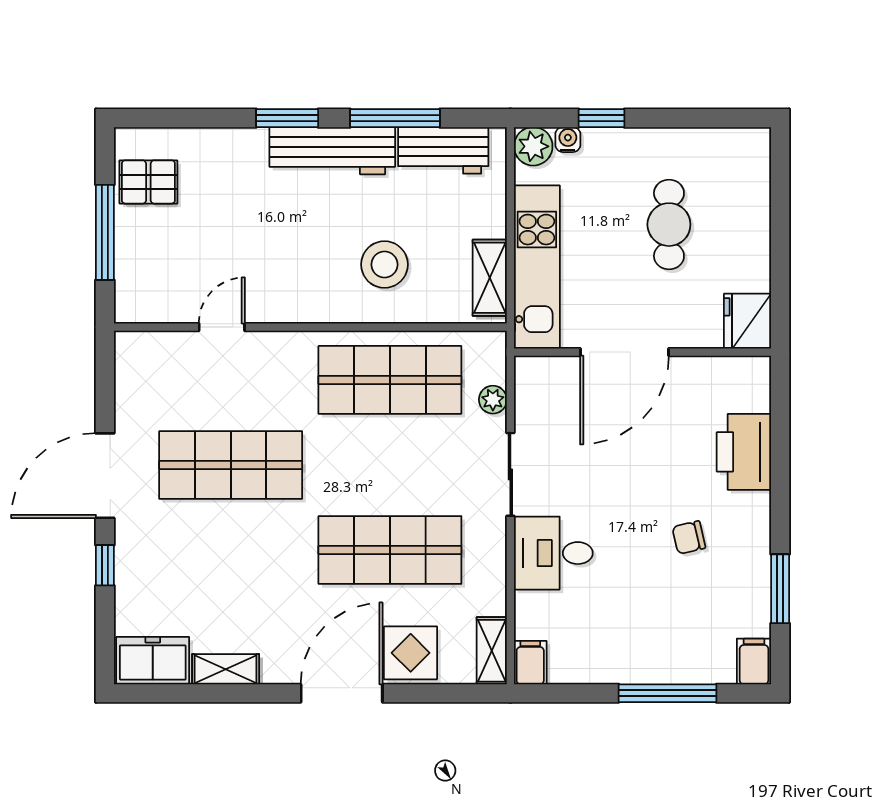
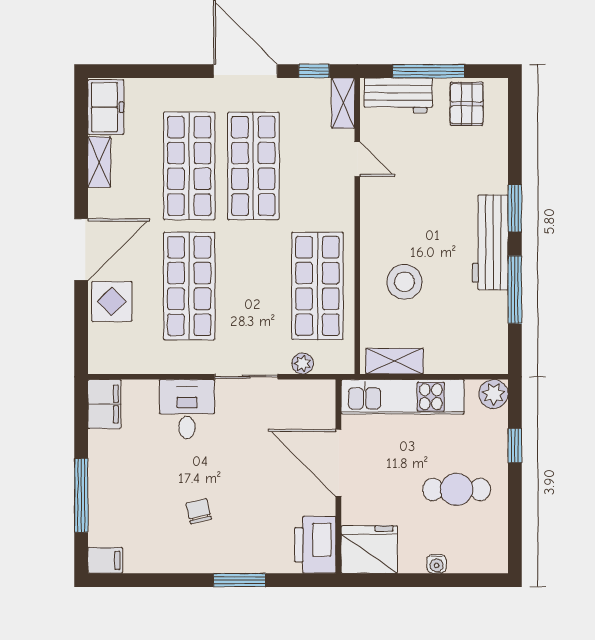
water cooler: (568, 140) -> (437, 564), moved, turned 90
workbench: (443, 150) -> (398, 95), moved, turned -90
cafe table: (669, 225) -> (457, 489), moved
fridge: (748, 321) -> (369, 549), width x1.36, depth x1.34
printer: (744, 452) -> (315, 545), moved, turned -90
shop shelf: (231, 550) -> (189, 166), added
window: (105, 565) -> (314, 71), moved
window: (780, 589) -> (240, 580), moved
shelving: (492, 651) -> (343, 103), moved, turned 90
filing cabinet: (530, 663) -> (104, 404), width x2.00
door: (342, 693) -> (81, 250), hinge flipped

